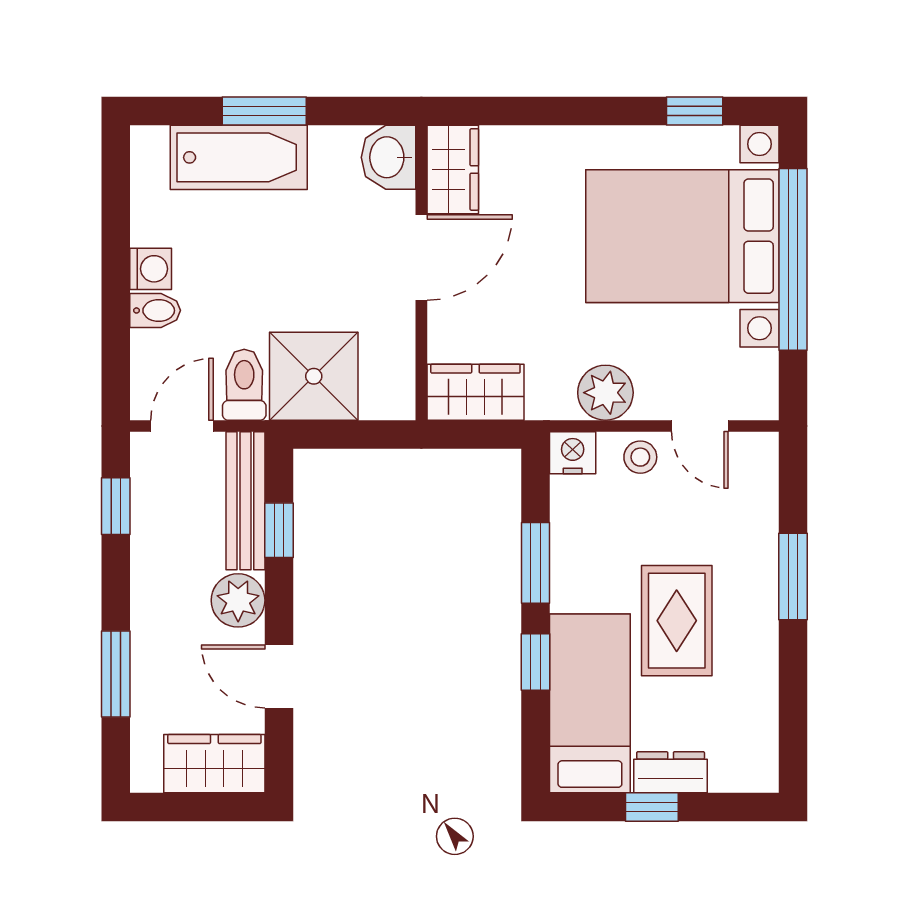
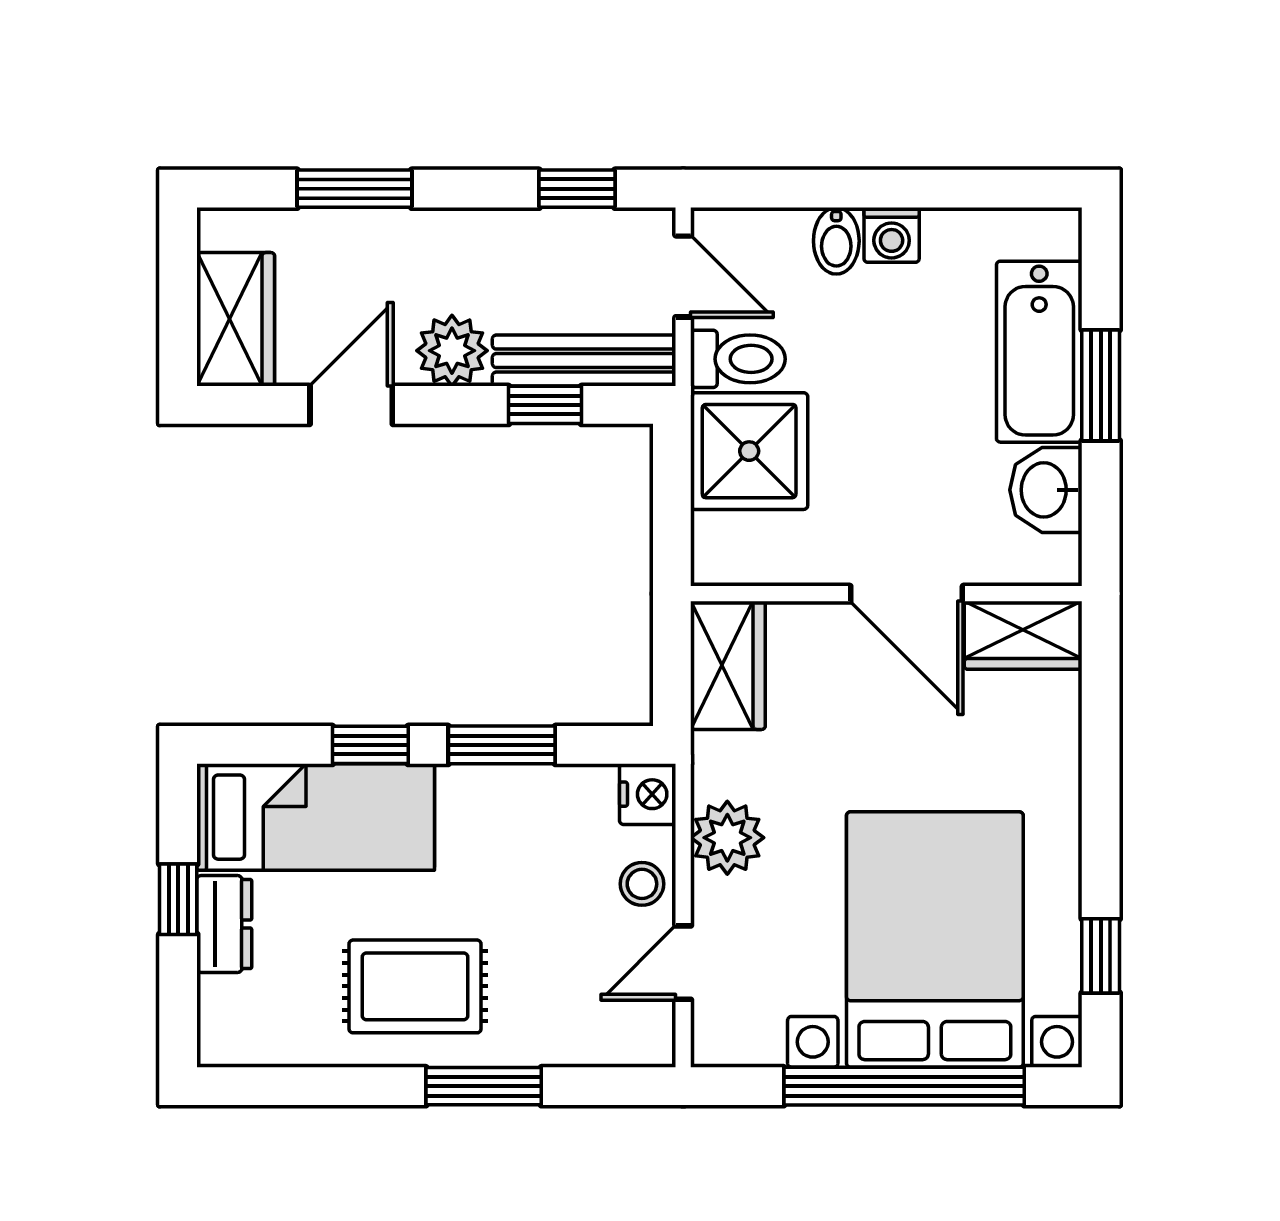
washbasin: (388, 157) -> (1046, 490), moved, turned -90
rug: (677, 621) -> (415, 986), moved

